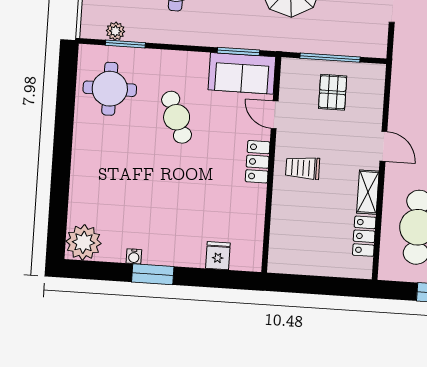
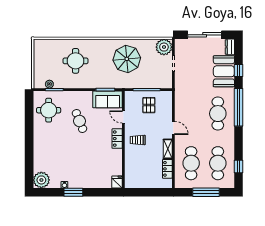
fridge: (218, 256) -> (117, 182), moved

